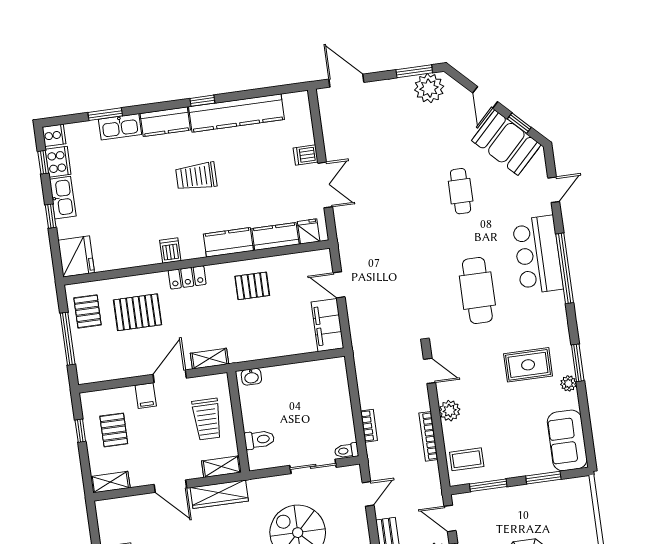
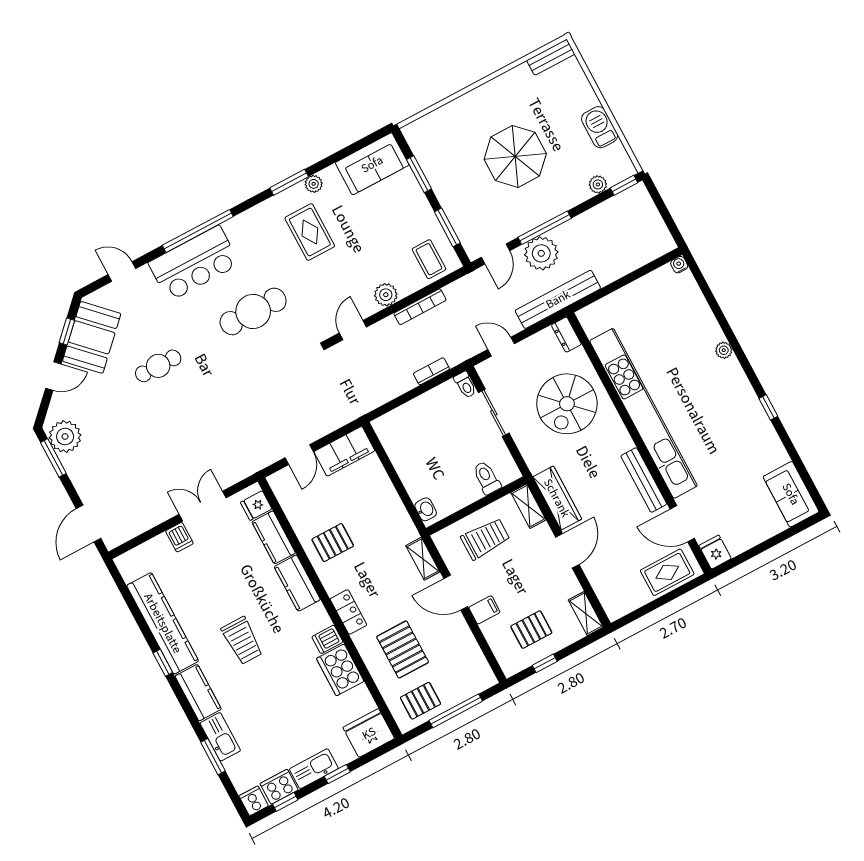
cooker: (140, 252) -> (340, 670), added
pallet: (252, 286) -> (333, 543), turned 90

